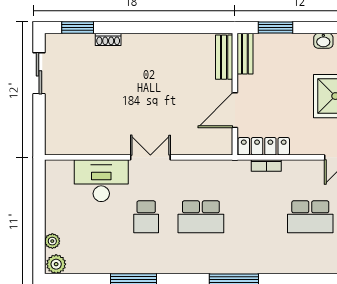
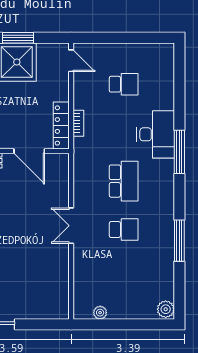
desk: (101, 181) -> (156, 134), moved, turned 180
school desk: (310, 217) -> (124, 84), width x0.54
plant: (52, 241) -> (100, 313), moved

